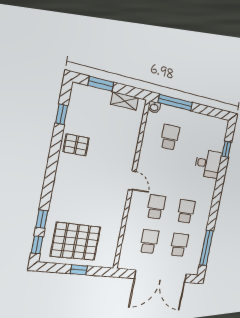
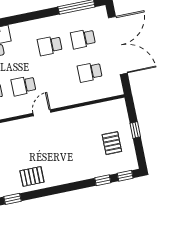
pallet: (76, 145) -> (32, 176), turned 90
school desk: (156, 207) -> (23, 86), moved
pallet: (76, 241) -> (112, 143), width x0.49, depth x0.50

